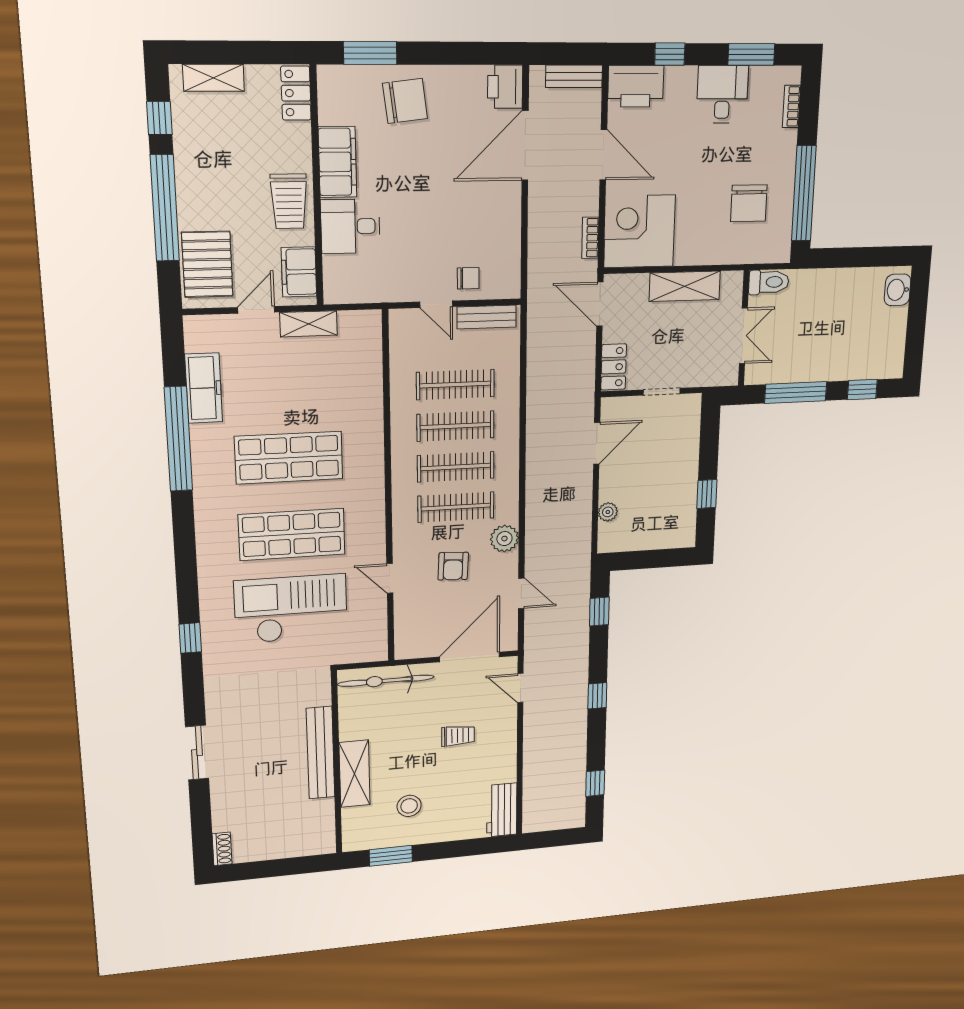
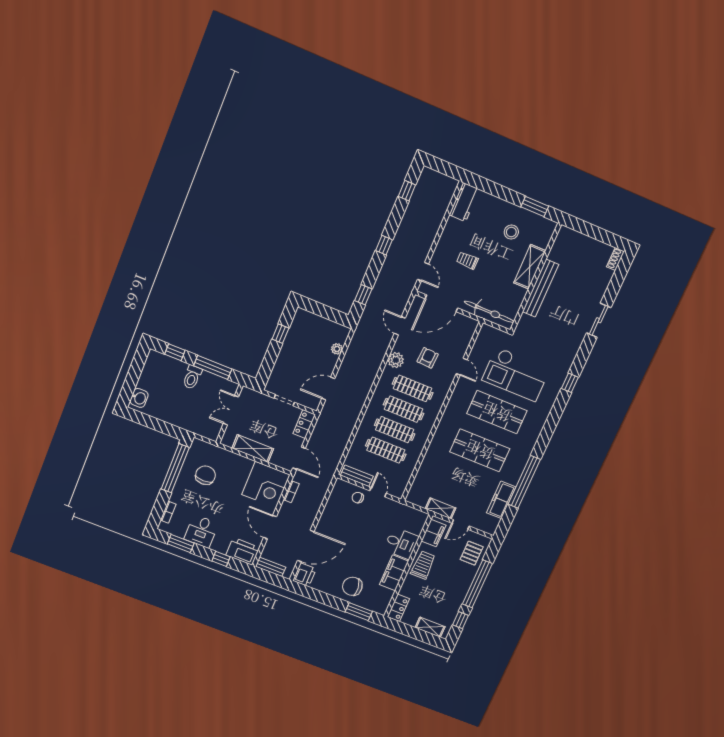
pallet: (207, 264) -> (472, 553), width x0.67, depth x0.71
toilet: (769, 282) -> (192, 377), moved, turned -90

